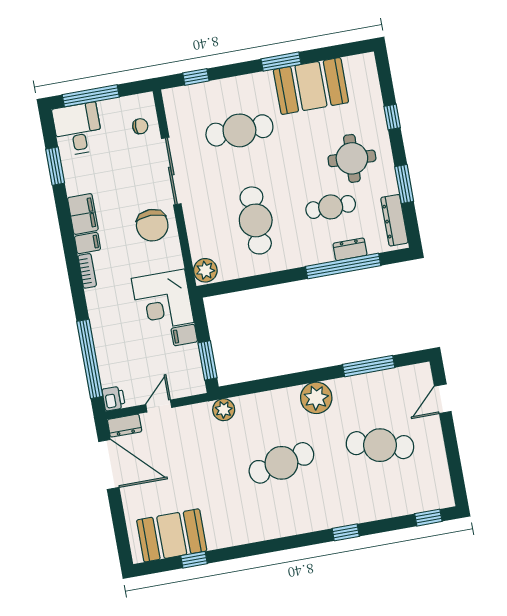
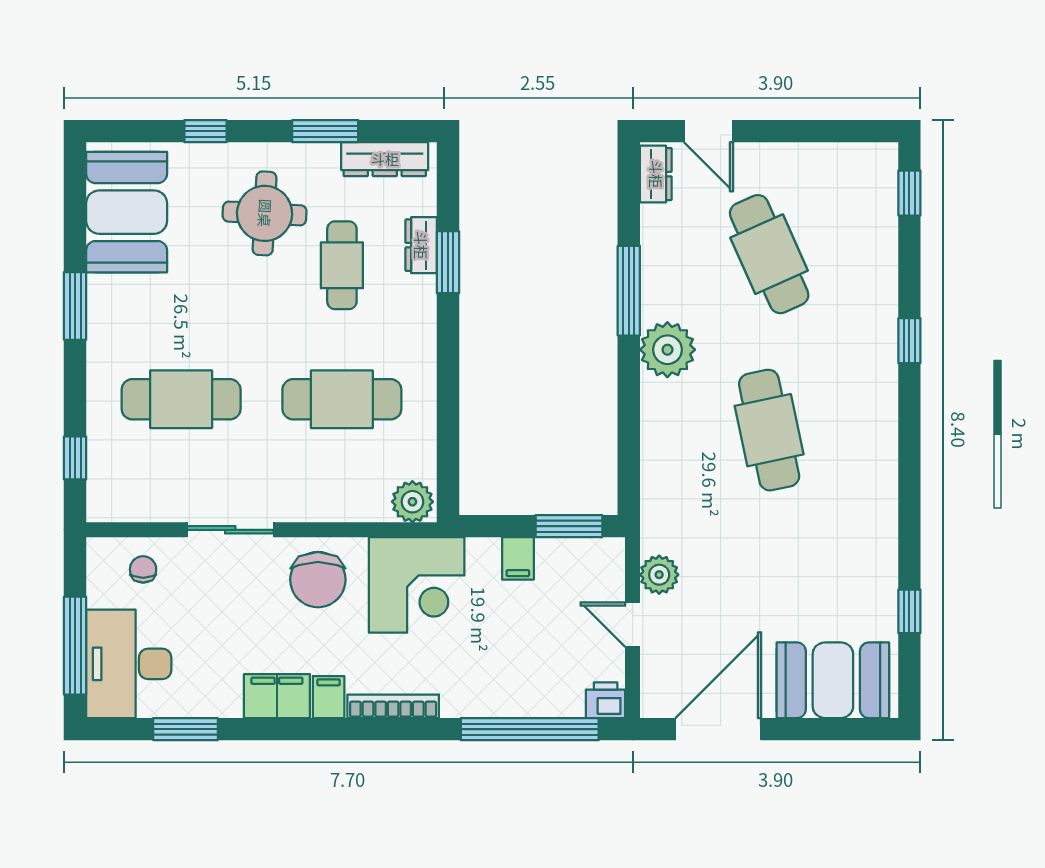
booth: (311, 86) -> (127, 212), moved
desk: (78, 129) -> (129, 664), width x1.37
cafe table: (239, 130) -> (181, 399), turned 90
sliding door: (171, 171) -> (230, 530), width x0.73
chair: (152, 225) -> (318, 580), turned 90
window: (343, 266) -> (448, 262), width x0.47
bookcase: (87, 271) -> (393, 706), width x1.56
corner desk: (163, 300) -> (417, 585), moved
window: (369, 366) -> (629, 291), moved
plant: (224, 410) -> (659, 575), moved
dresser: (125, 426) -> (656, 174), moved
cafe table: (380, 445) -> (769, 254), turned -39
booth: (172, 535) -> (833, 680), moved, turned 90

